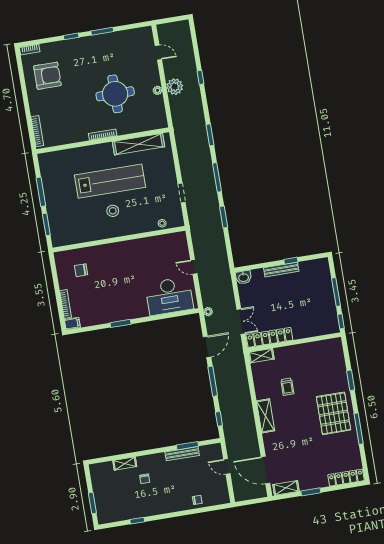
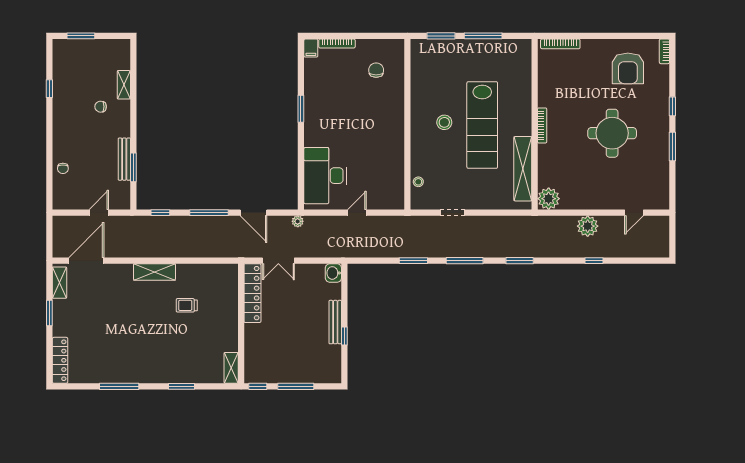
plant: (158, 90) -> (549, 199), moved, width x1.88, depth x1.88
round table: (115, 94) -> (612, 133), moved
shelving: (261, 356) -> (231, 368), moved
pallet: (334, 413) -> (144, 358), removed

